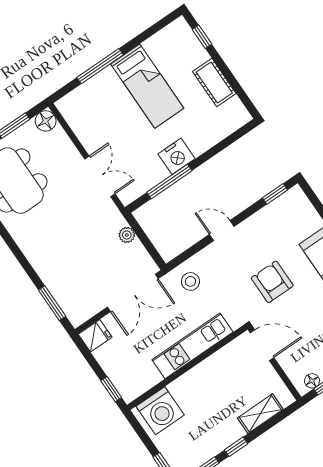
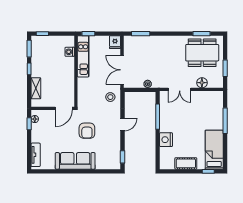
bed: (147, 86) -> (214, 150), moved, turned 90
floor lamp: (46, 121) -> (202, 83), moved
nightstand: (176, 156) -> (166, 140), moved
armchair: (272, 282) -> (87, 131), turned 90
kitchen unit: (193, 346) -> (83, 56), moved
washing machine: (160, 411) -> (70, 52), width x0.53, depth x0.53

